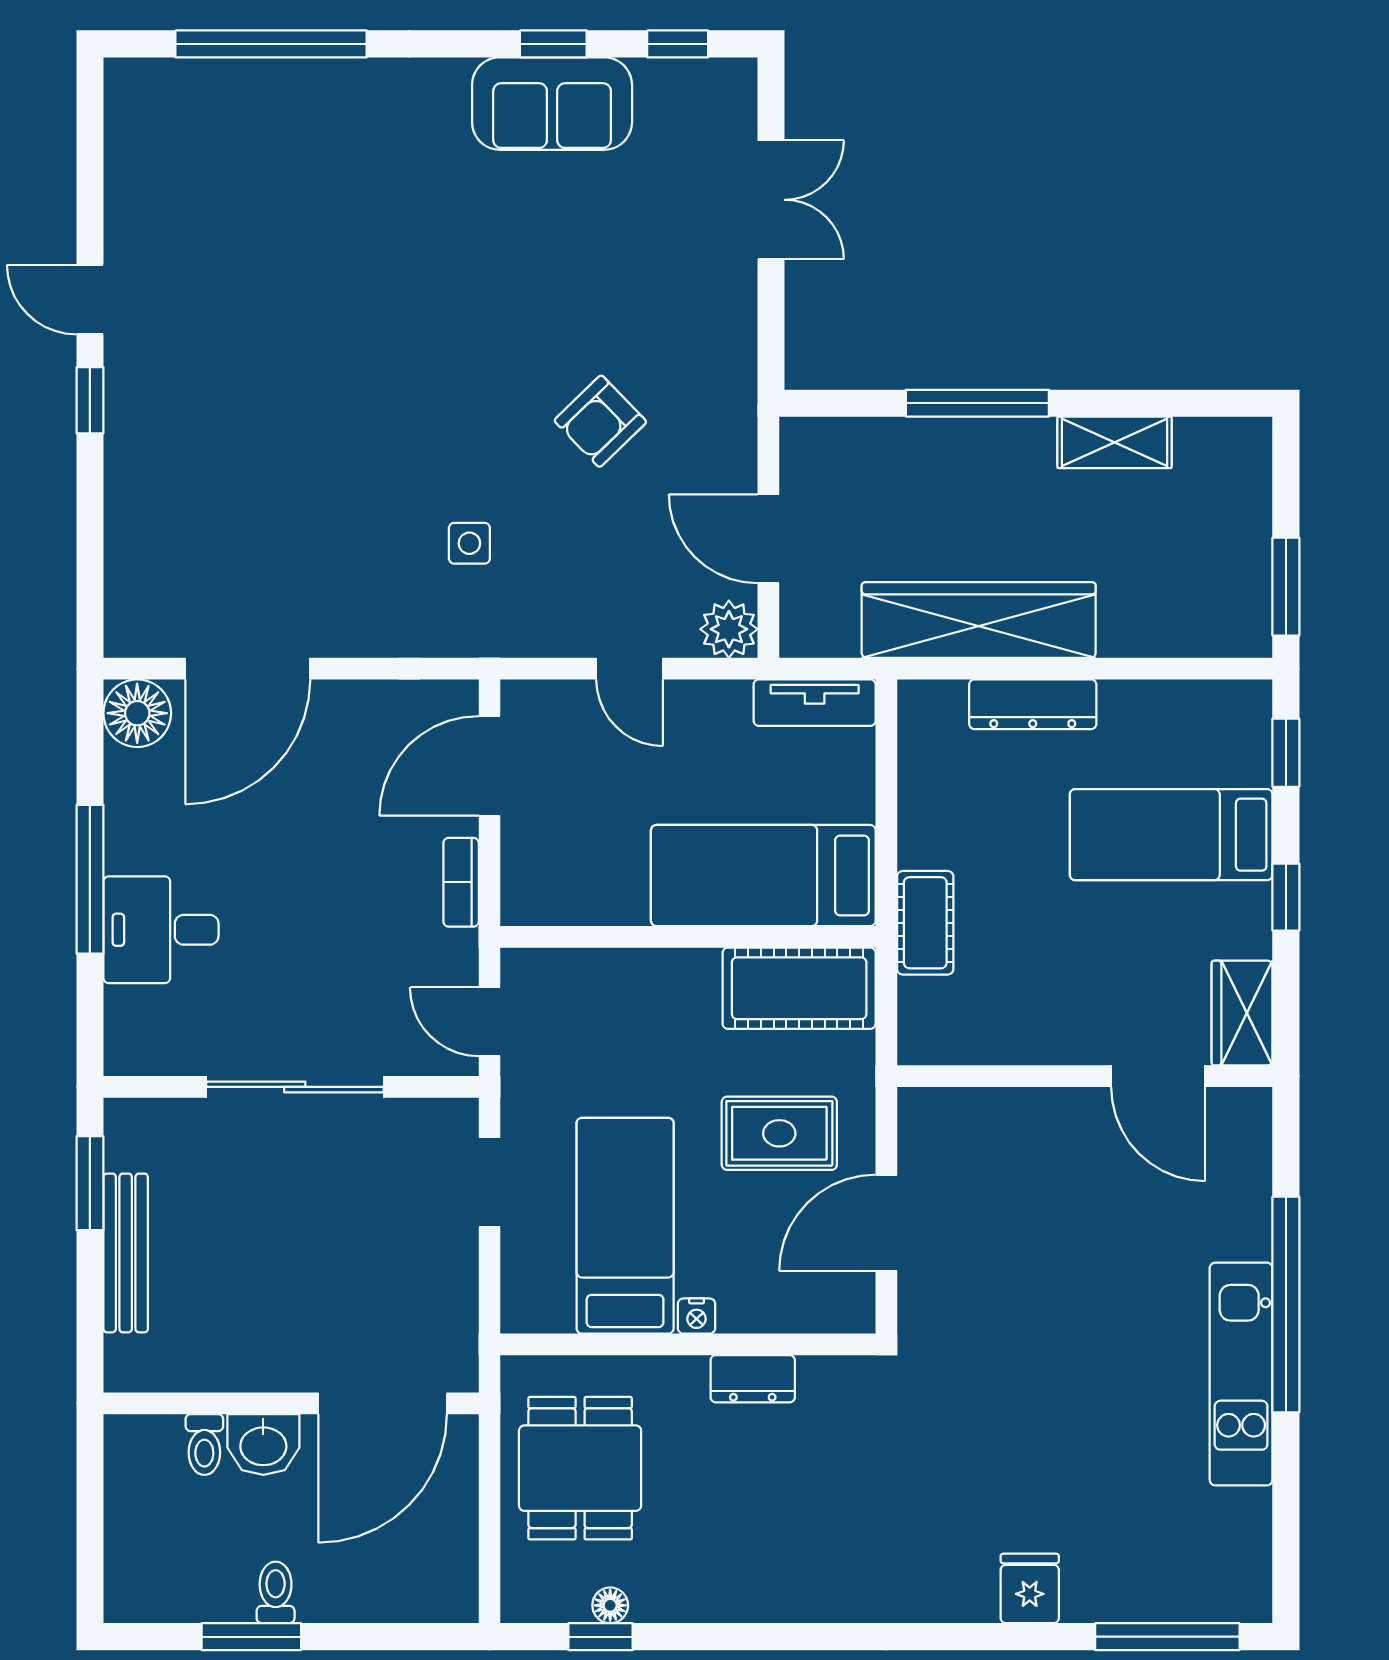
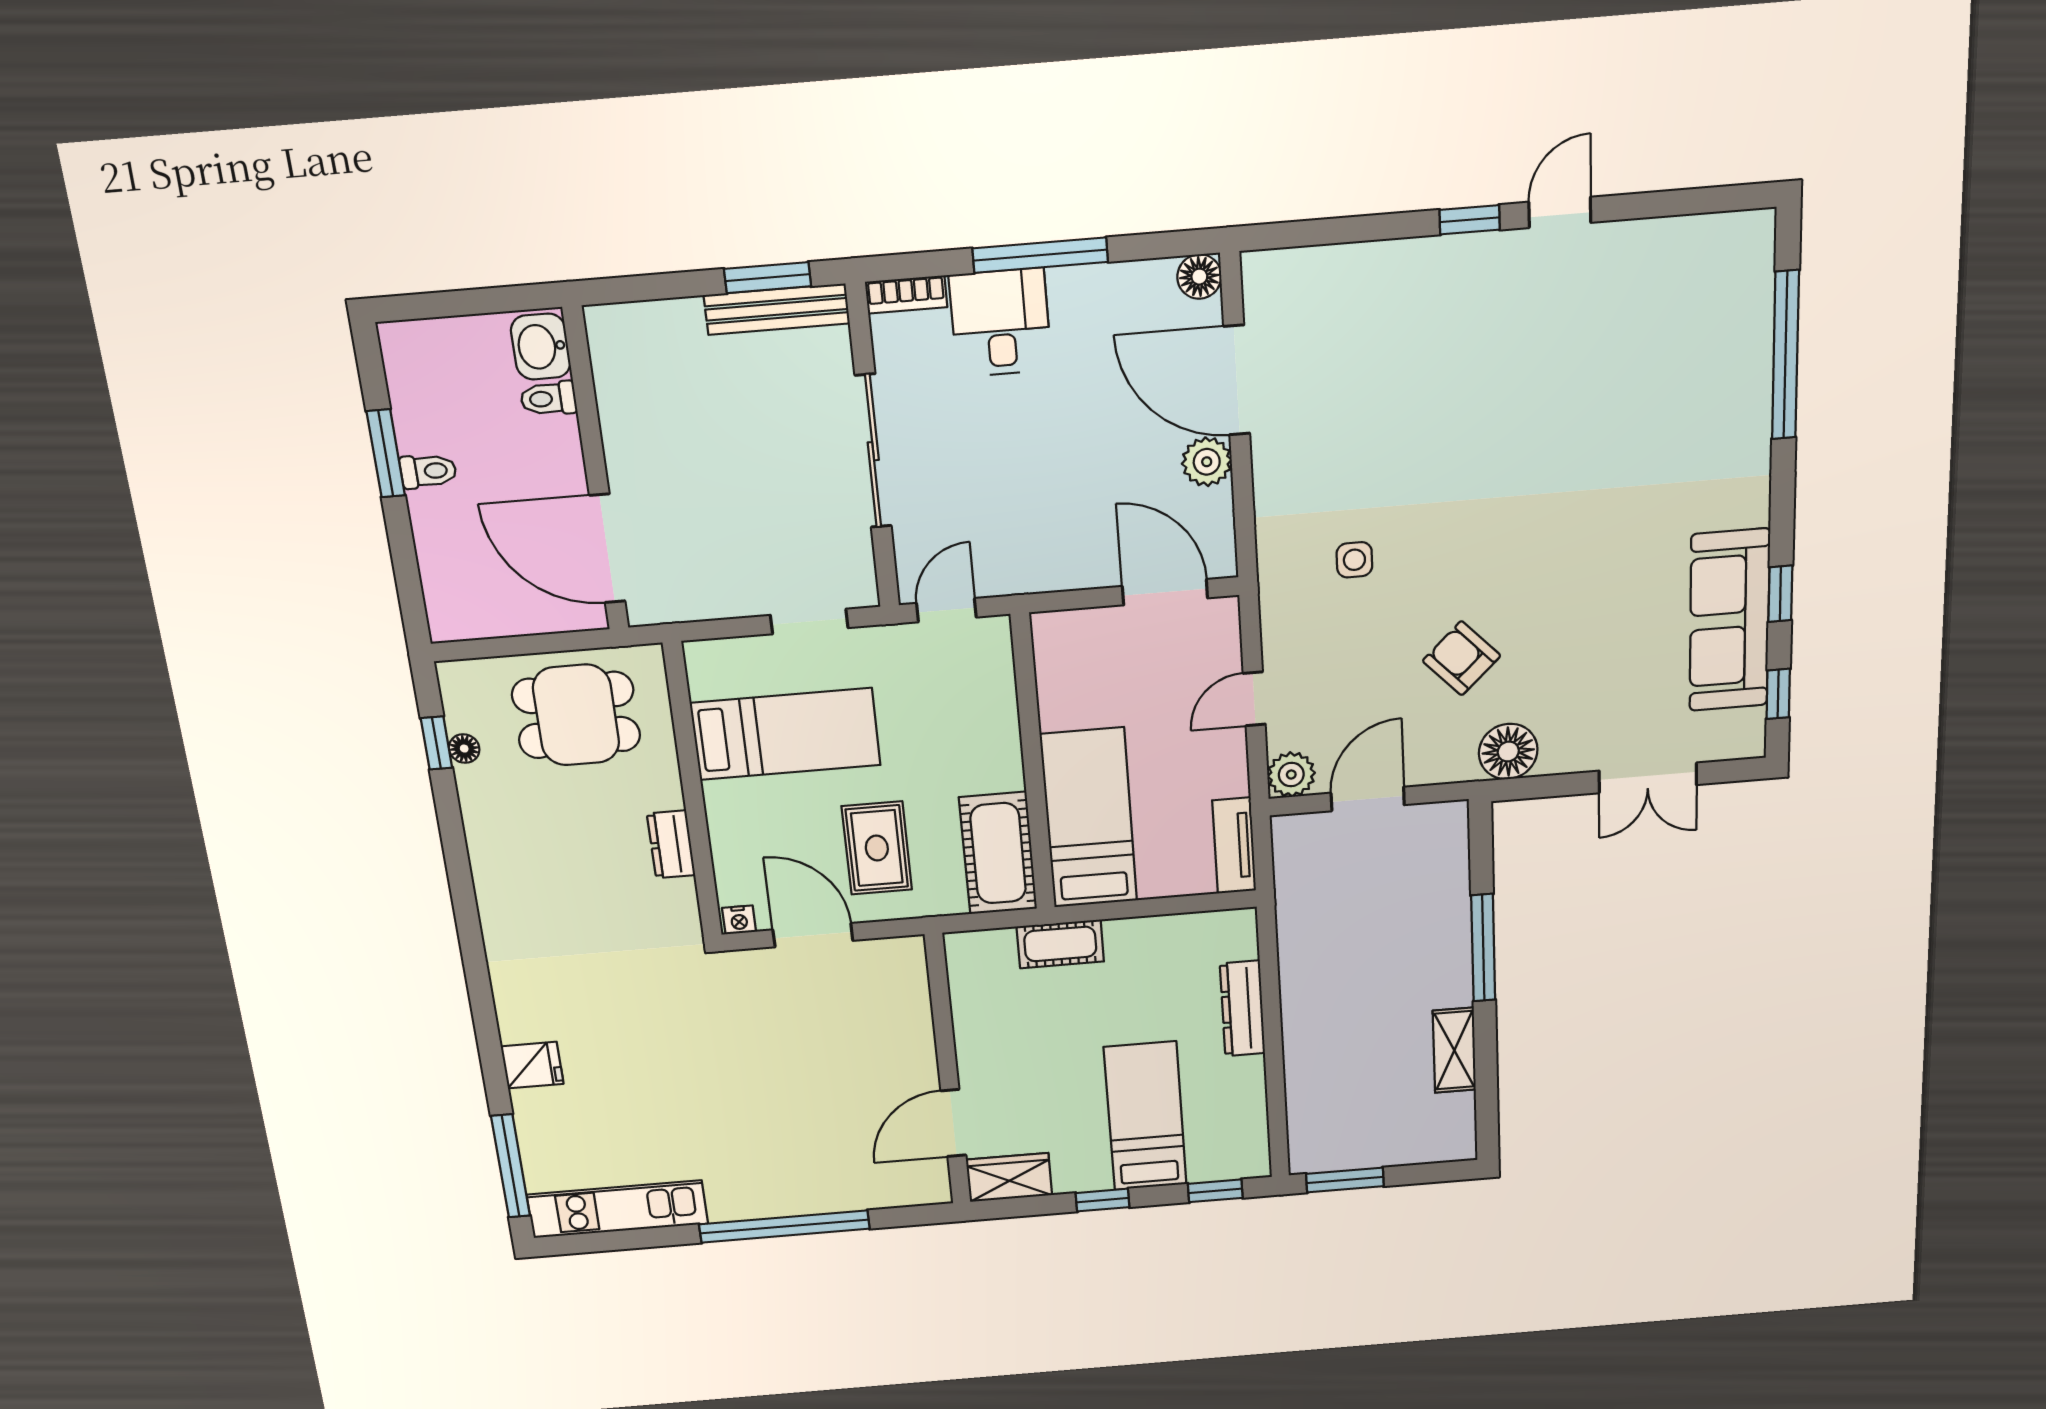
sofa: (552, 104) -> (1729, 620), width x1.36
floor lamp: (722, 368) -> (1508, 751), added
wardrobe: (979, 620) -> (1308, 963), removed
plant: (339, 708) -> (1207, 462), added
floor lamp: (137, 713) -> (1199, 277), width x0.73, depth x0.73
bookcase: (461, 882) -> (906, 295), moved, turned 180
bench: (126, 1253) -> (777, 309), moved
nightstand: (697, 1316) -> (739, 920), moved, turned -90
kitchen unit: (1241, 1374) -> (617, 1209), moved
washbasin: (263, 1444) -> (541, 347), moved

